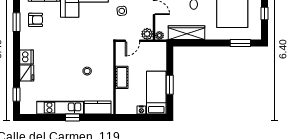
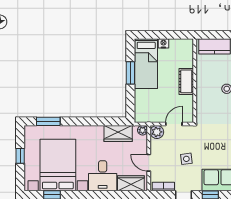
wardrobe: (187, 33) -> (118, 133), width x0.67

